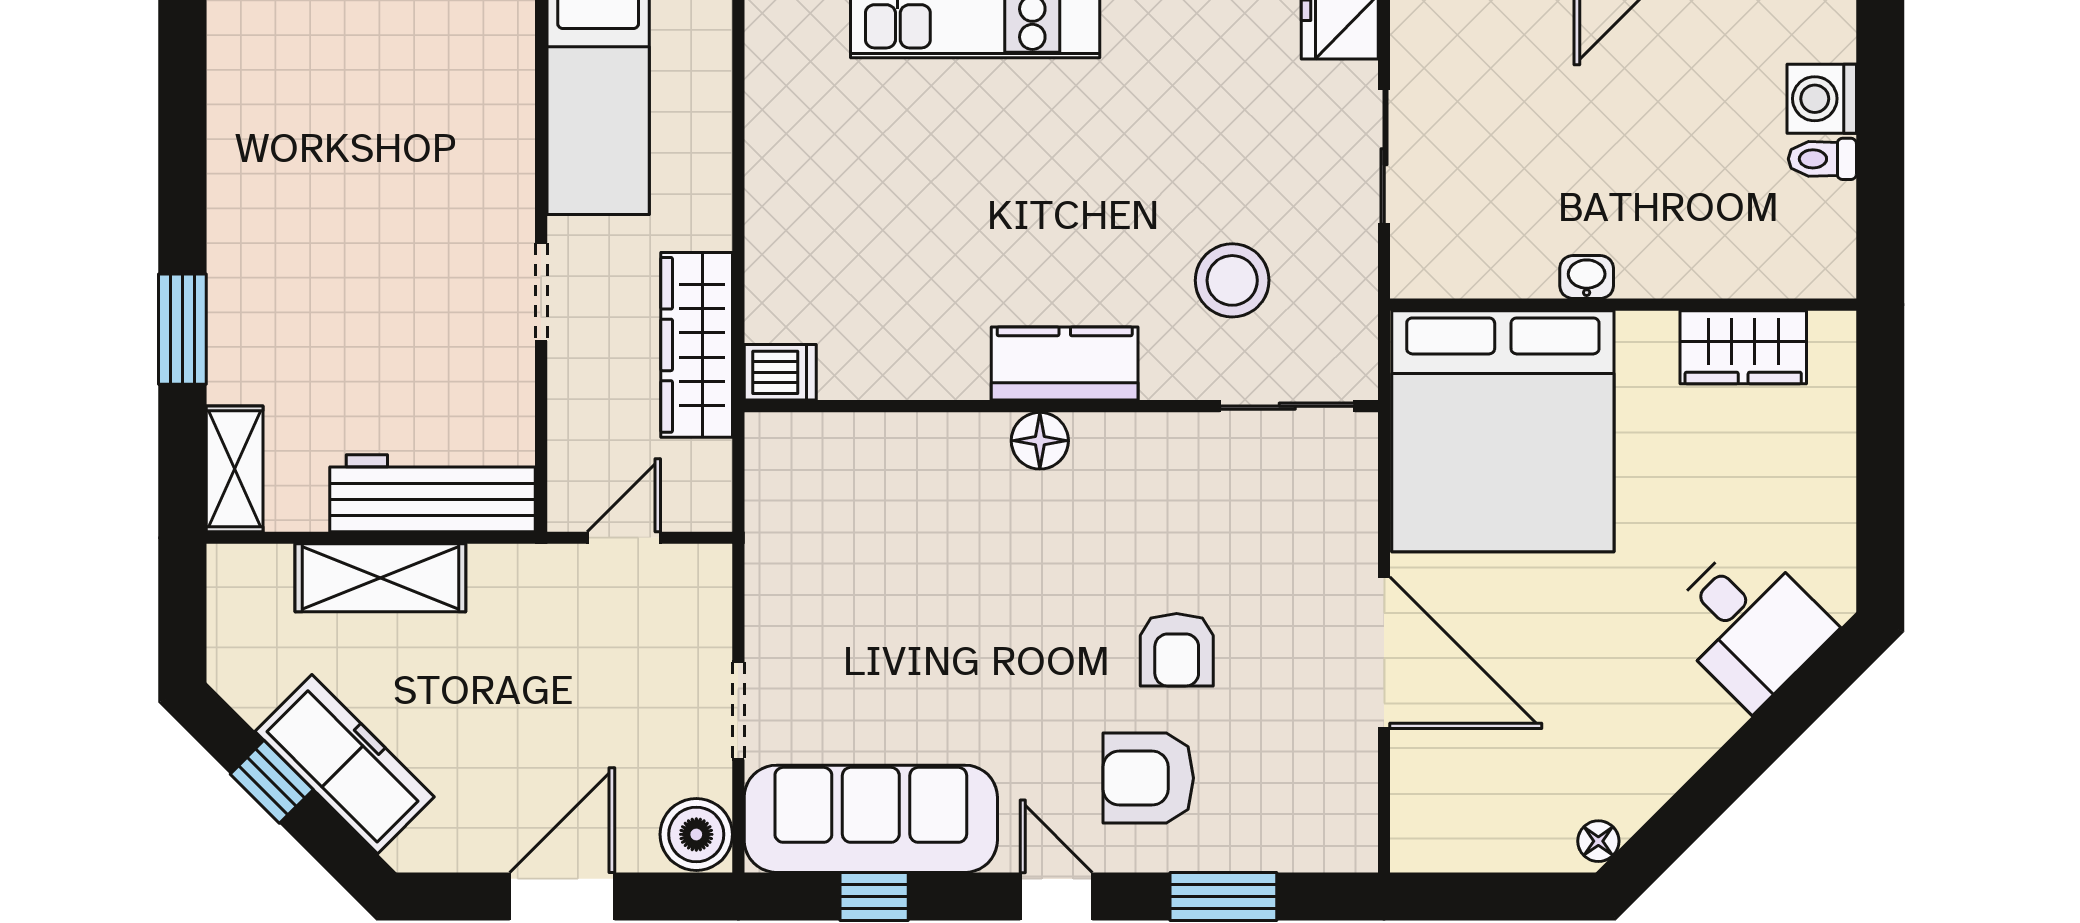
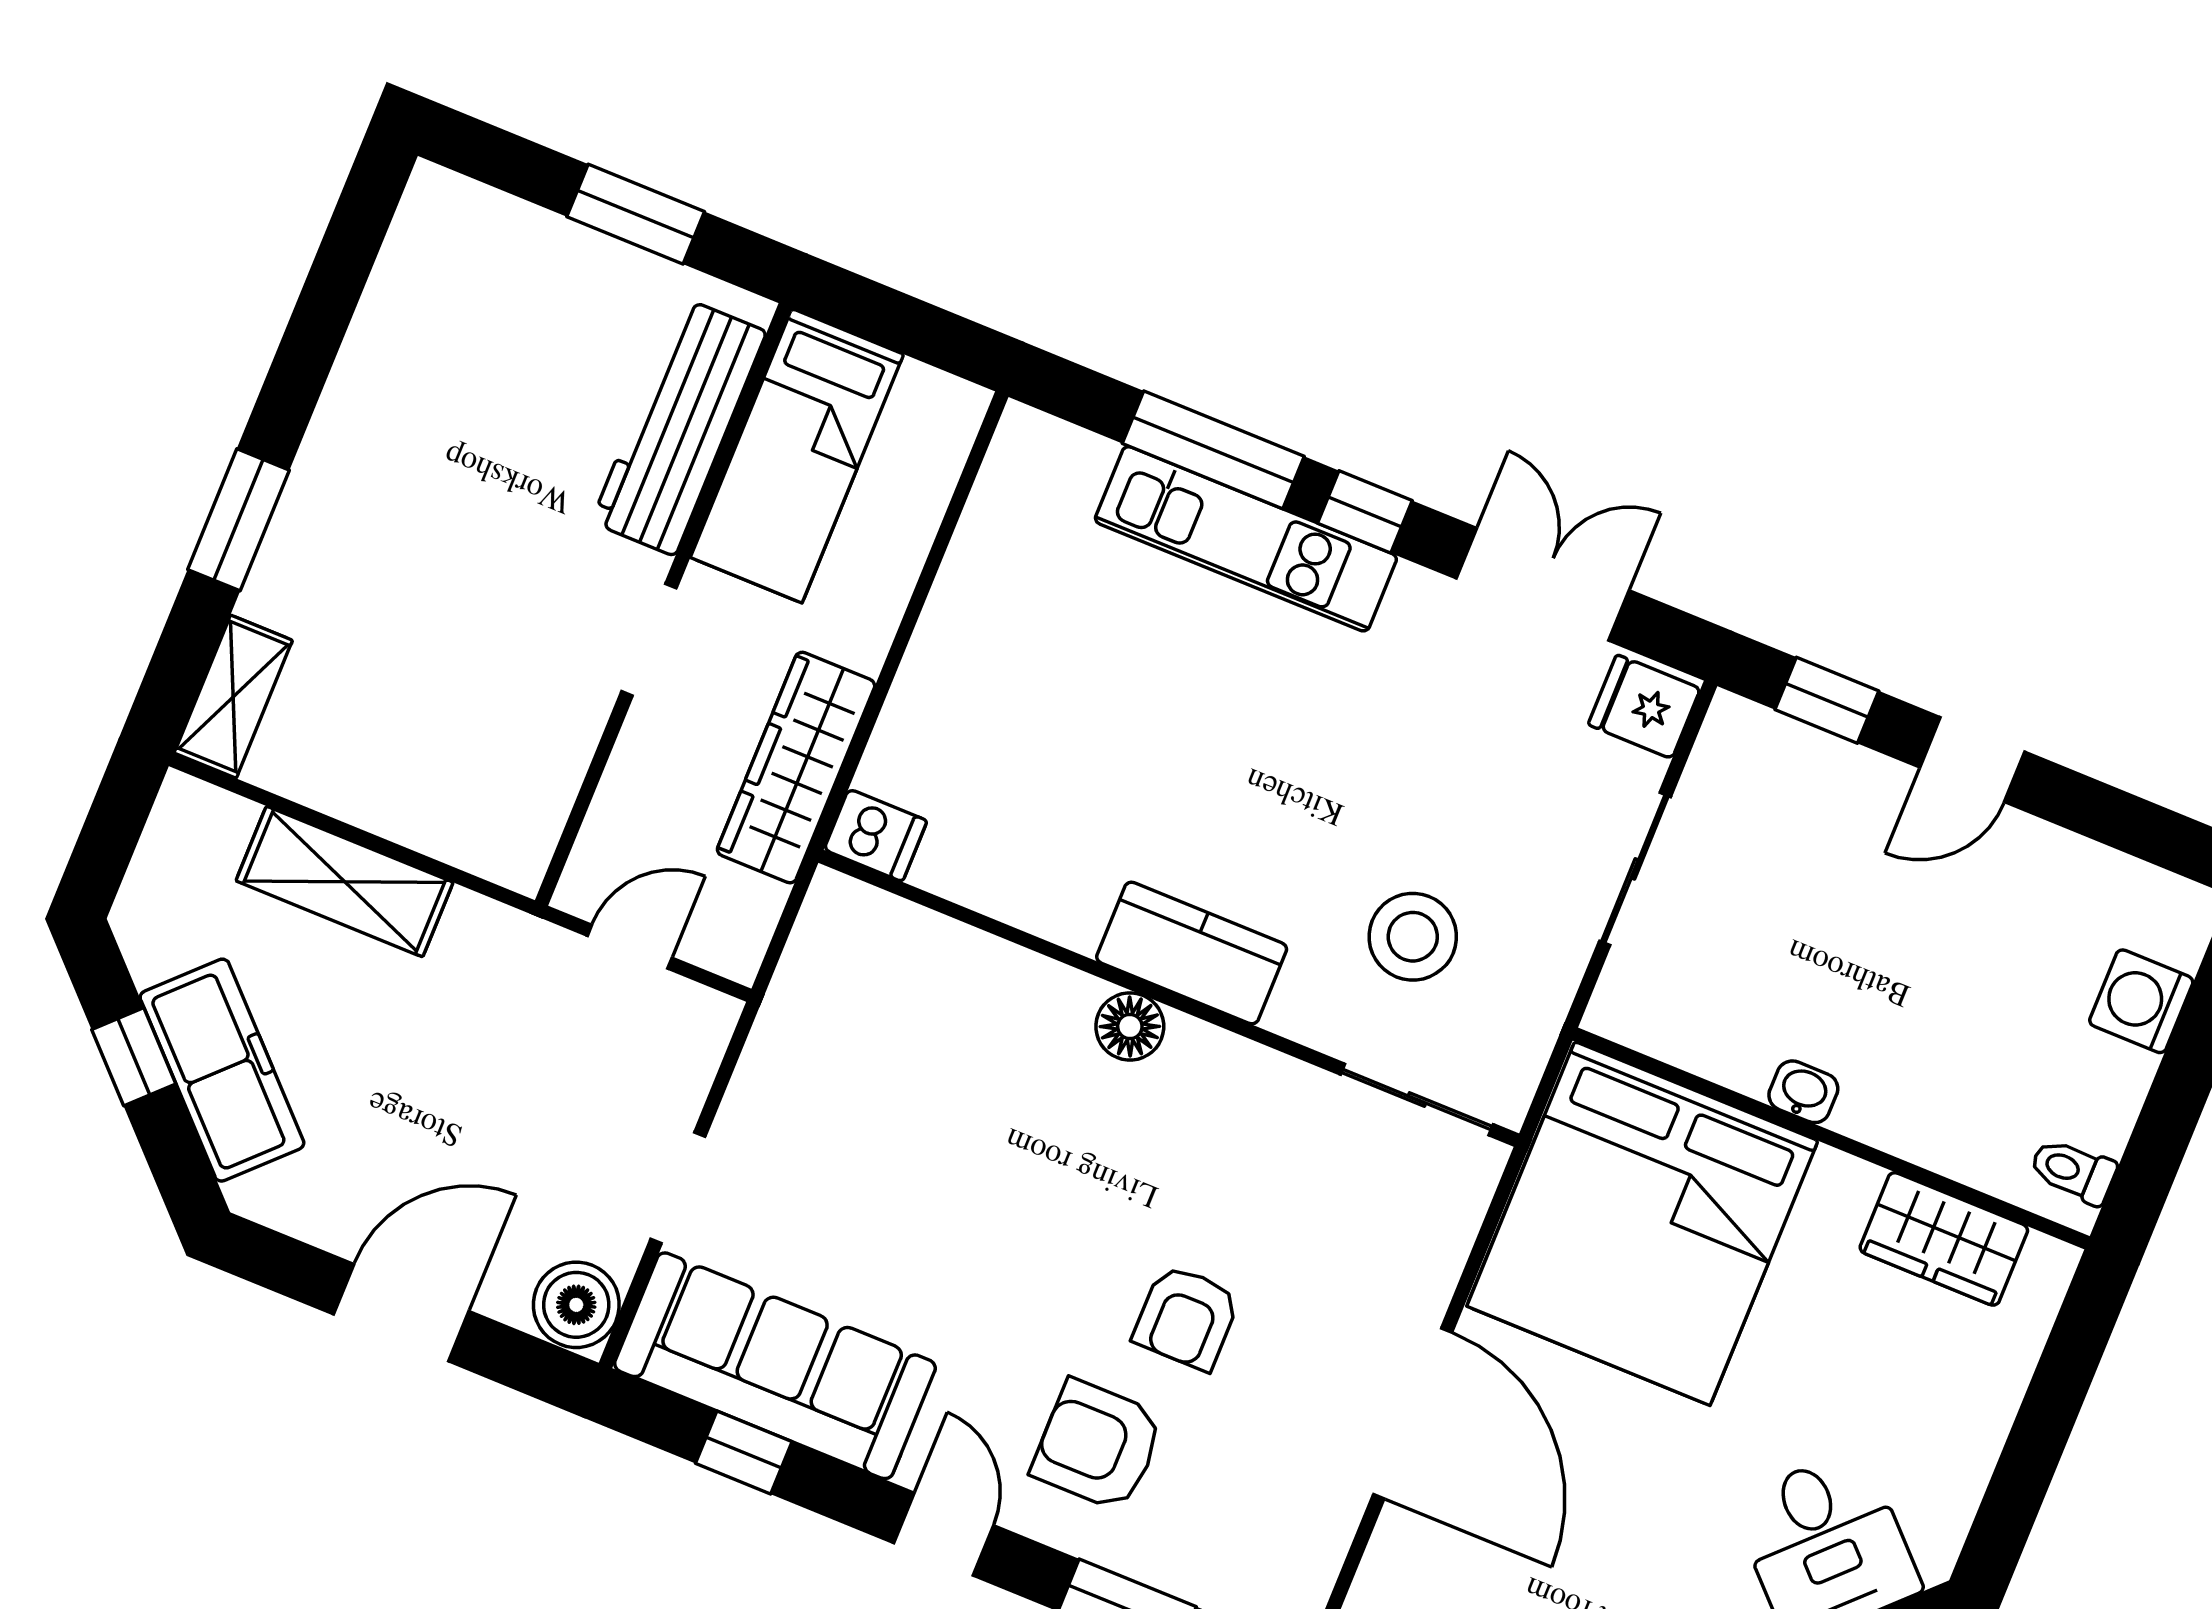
toilet: (1822, 159) -> (2073, 1171), moved
workbench: (432, 493) -> (679, 427), moved, turned -90

